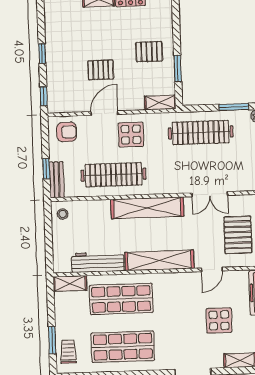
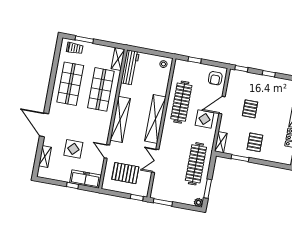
door: (104, 113) -> (222, 105), swing flipped
bench: (57, 180) -> (186, 65), removed
workbench: (98, 262) -> (130, 67), moved

